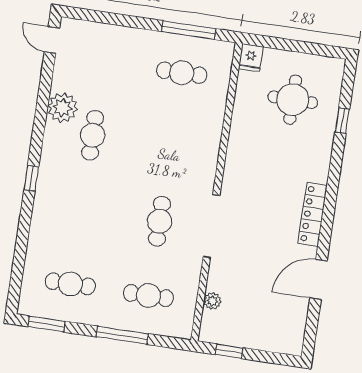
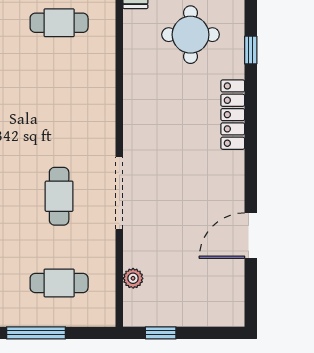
locker: (313, 214) -> (233, 115), moved

